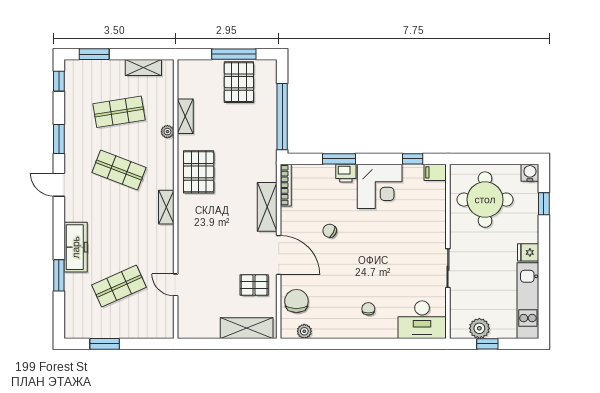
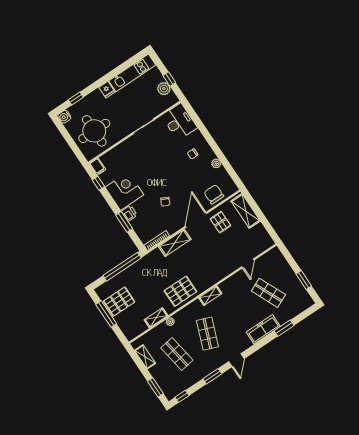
chair: (296, 301) -> (214, 194), turned 90
plant: (304, 331) -> (216, 163), moved

